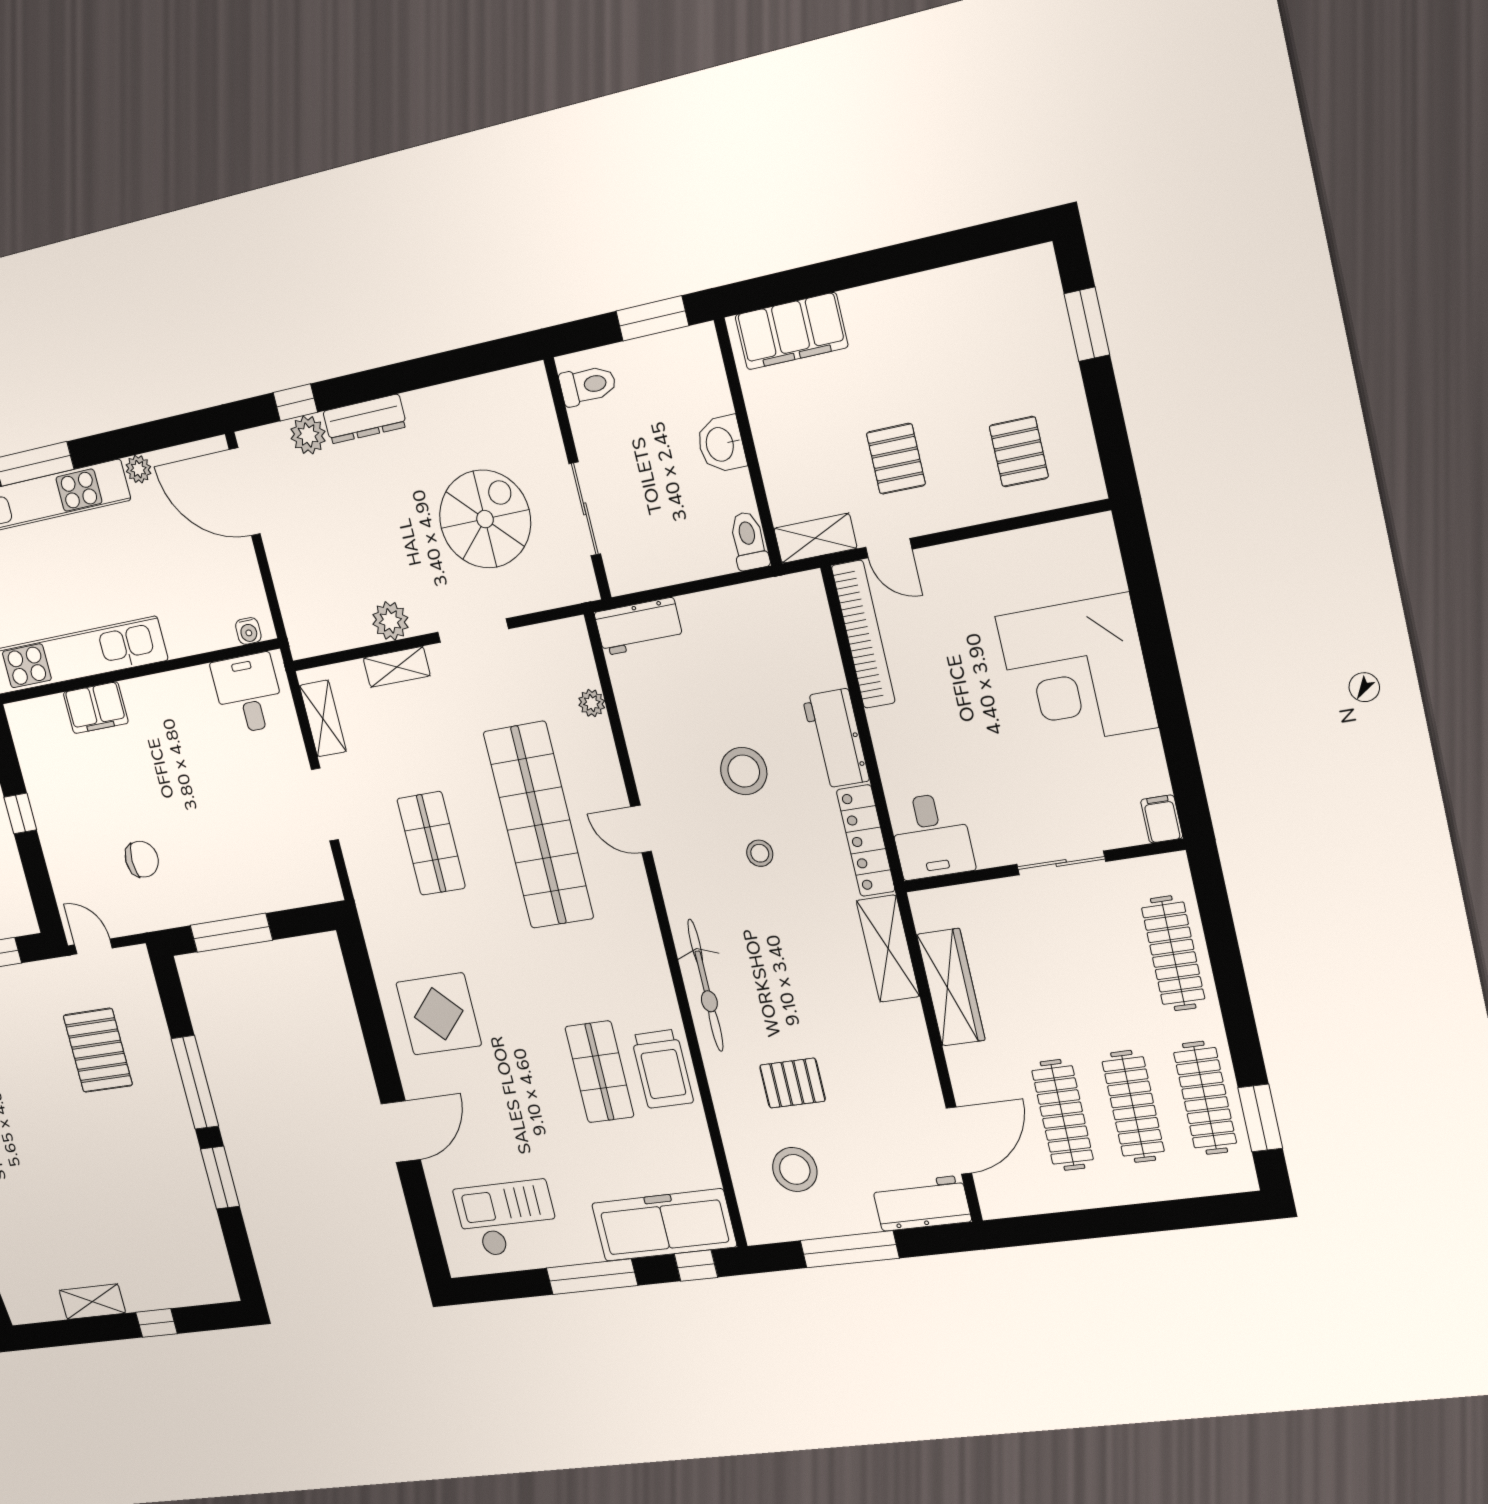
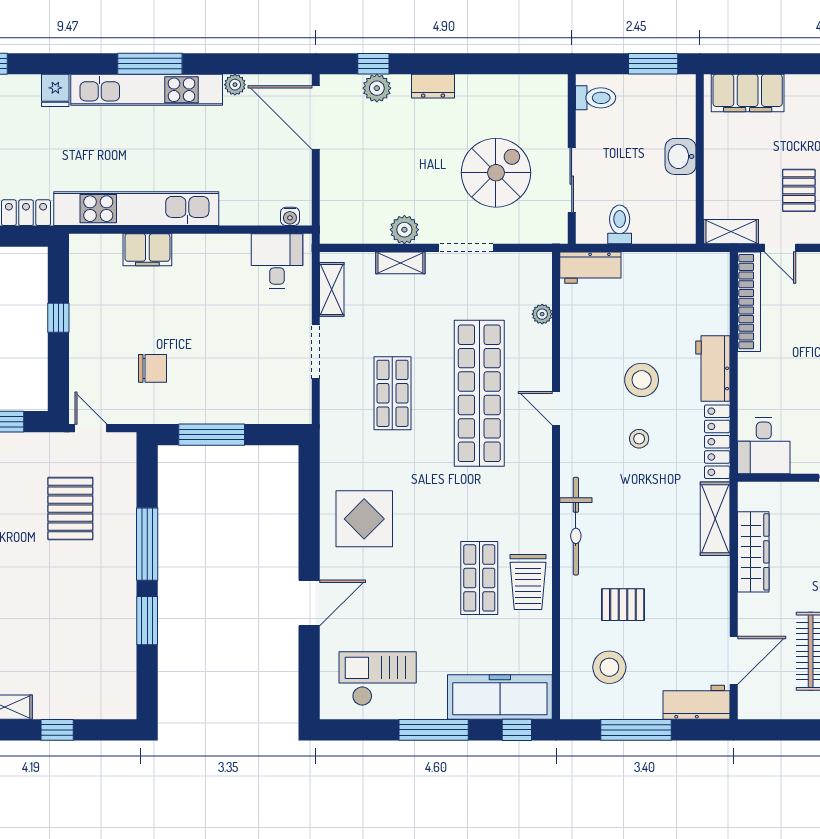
dresser: (365, 419) -> (433, 86), width x0.70
toilet: (749, 541) -> (620, 224), moved

